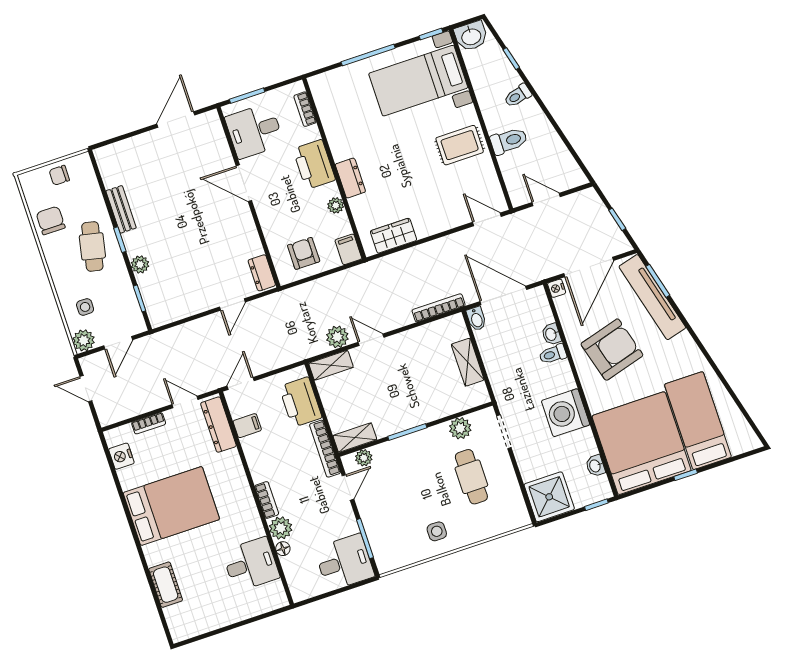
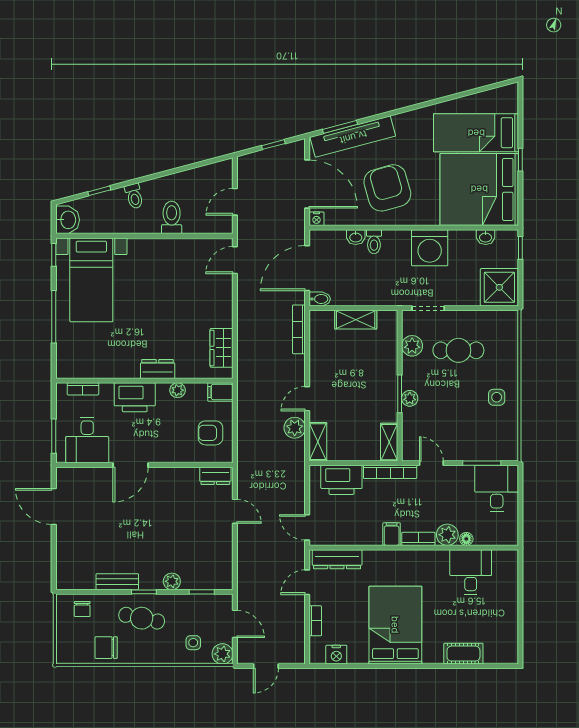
rug: (460, 145) -> (161, 262), removed
chair: (59, 175) -> (82, 609), moved
filing cabinet: (247, 426) -> (392, 534), moved
plant: (364, 458) -> (410, 398), moved

